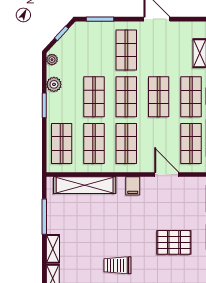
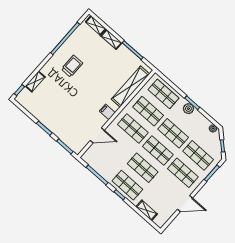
plant: (54, 84) -> (188, 109), moved
shop shelf: (191, 144) -> (198, 155), moved
pallet: (174, 242) -> (58, 107), removed

